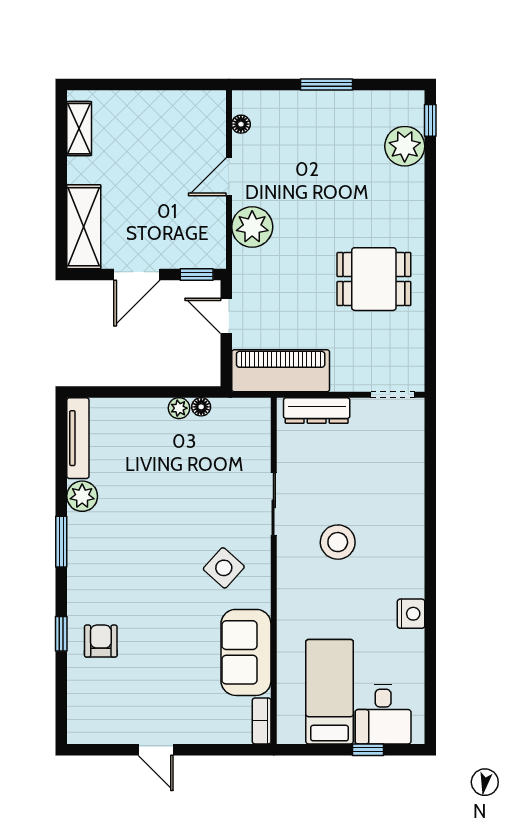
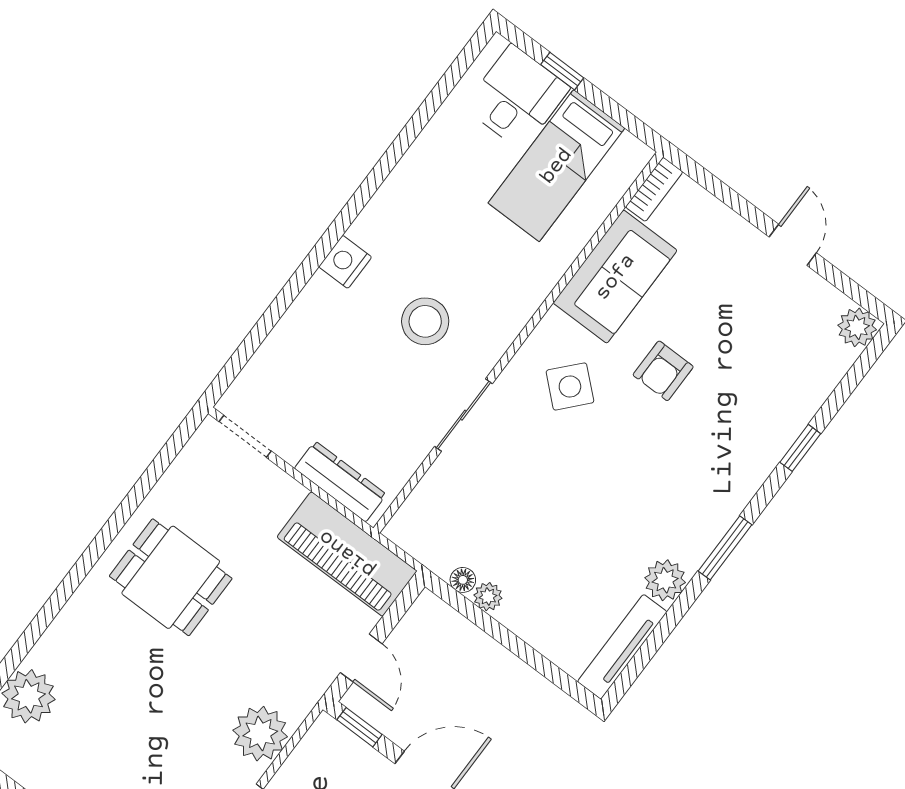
nightstand: (411, 614) -> (345, 262), moved
armchair: (101, 641) -> (663, 371), moved
plant: (81, 730) -> (857, 327), added

